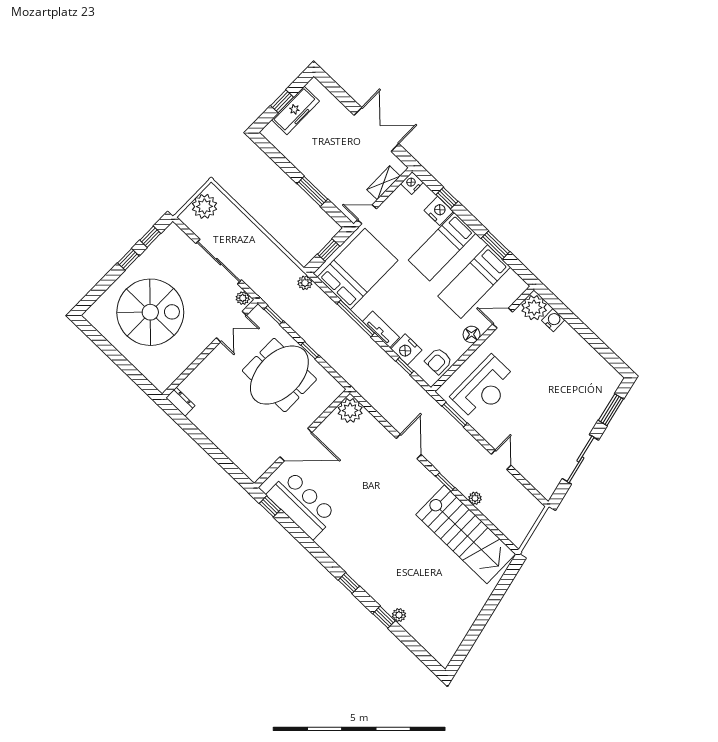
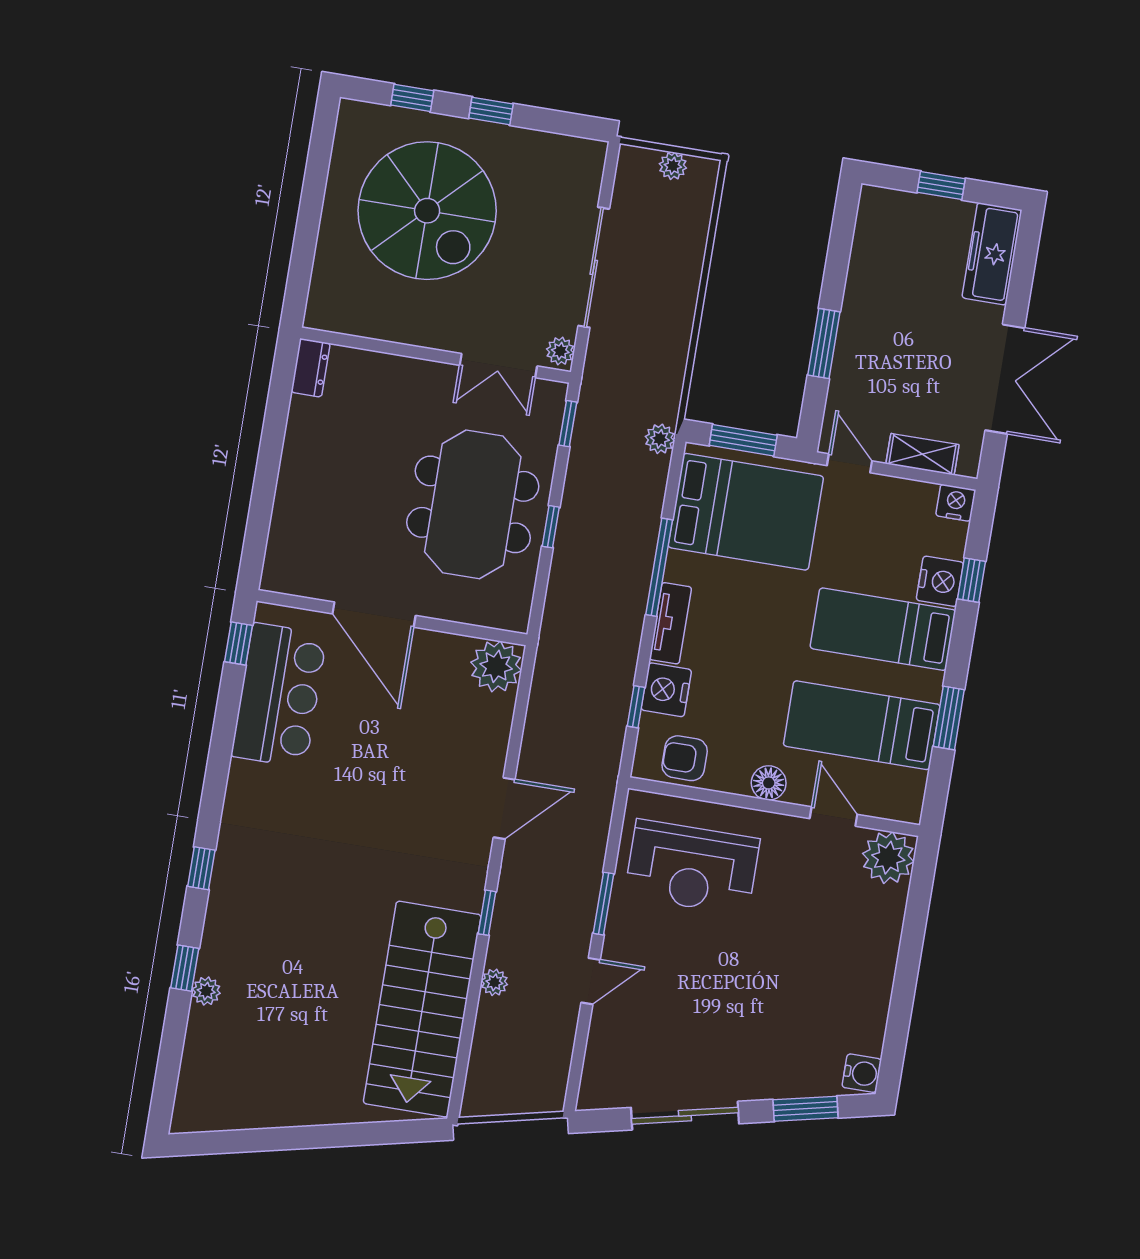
freezer: (295, 110) -> (992, 254), moved, turned 90
plant: (204, 206) -> (673, 166), width x0.53, depth x0.53
window: (150, 237) -> (412, 98), moved
window: (329, 250) -> (743, 440), width x1.50
water cooler: (553, 320) -> (862, 1073), moved
meeting table: (279, 375) -> (473, 504), turned 90
window: (455, 415) -> (603, 904), moved

